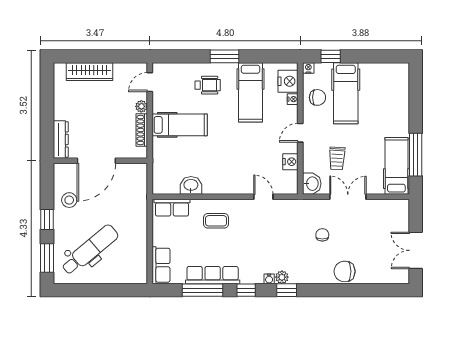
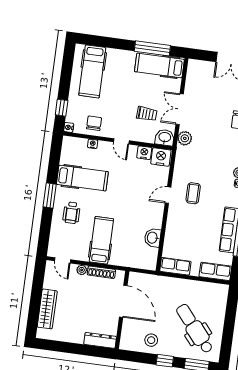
nightstand: (288, 81) -> (161, 157), moved
wheelchair: (208, 85) -> (72, 213), turned 180
hospital bed: (346, 93) -> (92, 71), moved, turned 90
door: (96, 161) -> (123, 301), moved
door: (263, 197) -> (168, 195), moved
row of seats: (172, 208) -> (175, 266), moved, turned -90
plant: (314, 208) -> (185, 138), added
coffee table: (216, 221) -> (193, 193), moved
chair: (322, 235) -> (208, 135), removed

